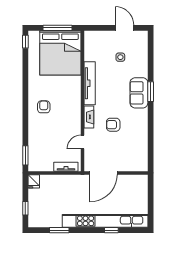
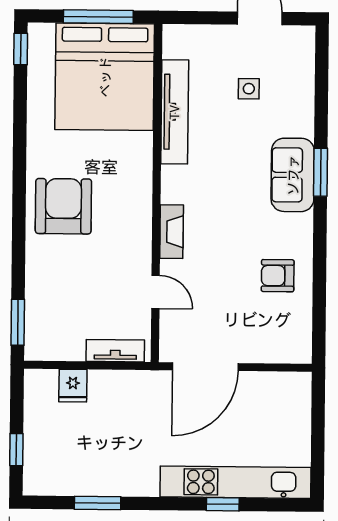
tv unit: (90, 83) -> (175, 112), moved
armchair: (44, 107) -> (63, 206), width x1.88, depth x1.88
armchair: (113, 125) -> (278, 276), moved
door: (82, 142) -> (155, 292), swing flipped
fridge: (34, 181) -> (73, 386), moved
kitchen unit: (105, 221) -> (235, 482), width x0.73

